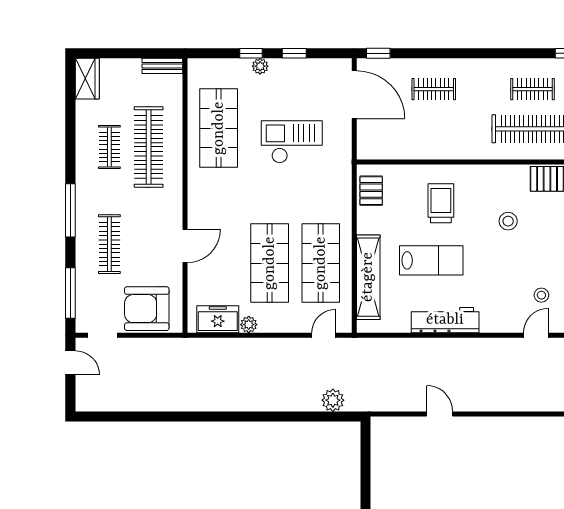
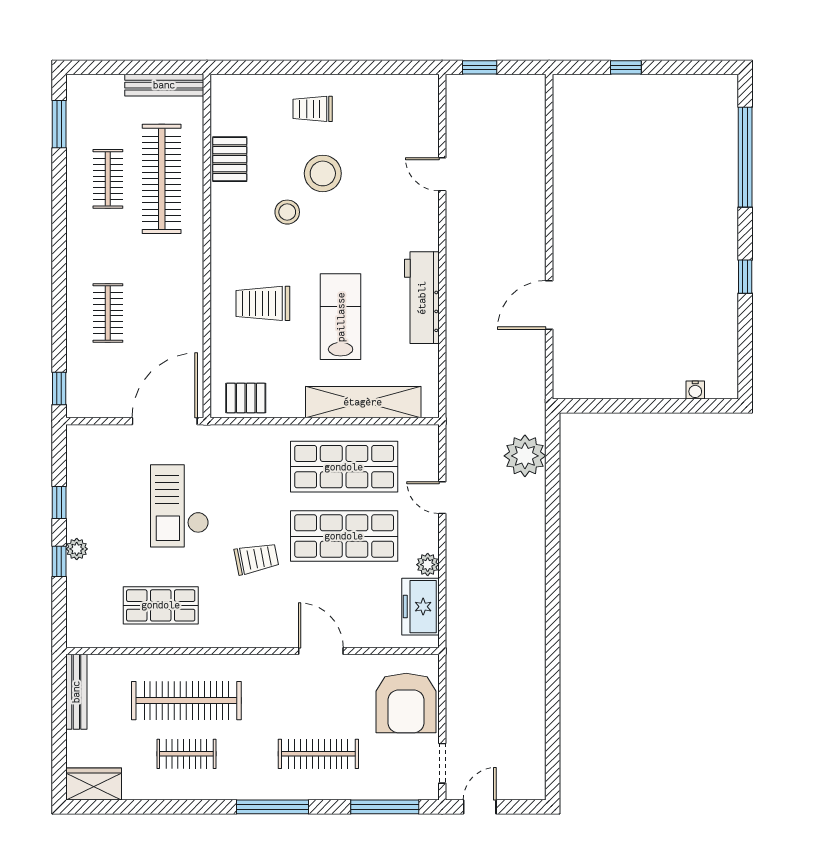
bench: (162, 66) -> (76, 692), width x1.36
door: (354, 95) -> (165, 421), moved
shop shelf: (219, 128) -> (161, 605), width x0.70, depth x0.74
trolley: (253, 198) -> (256, 559), added
stool: (541, 295) -> (323, 173), moved, width x1.89, depth x1.89
door: (324, 335) -> (442, 498), moved
plant: (333, 400) -> (525, 456), width x1.36, depth x1.36
door: (440, 414) -> (549, 305), width x1.38

